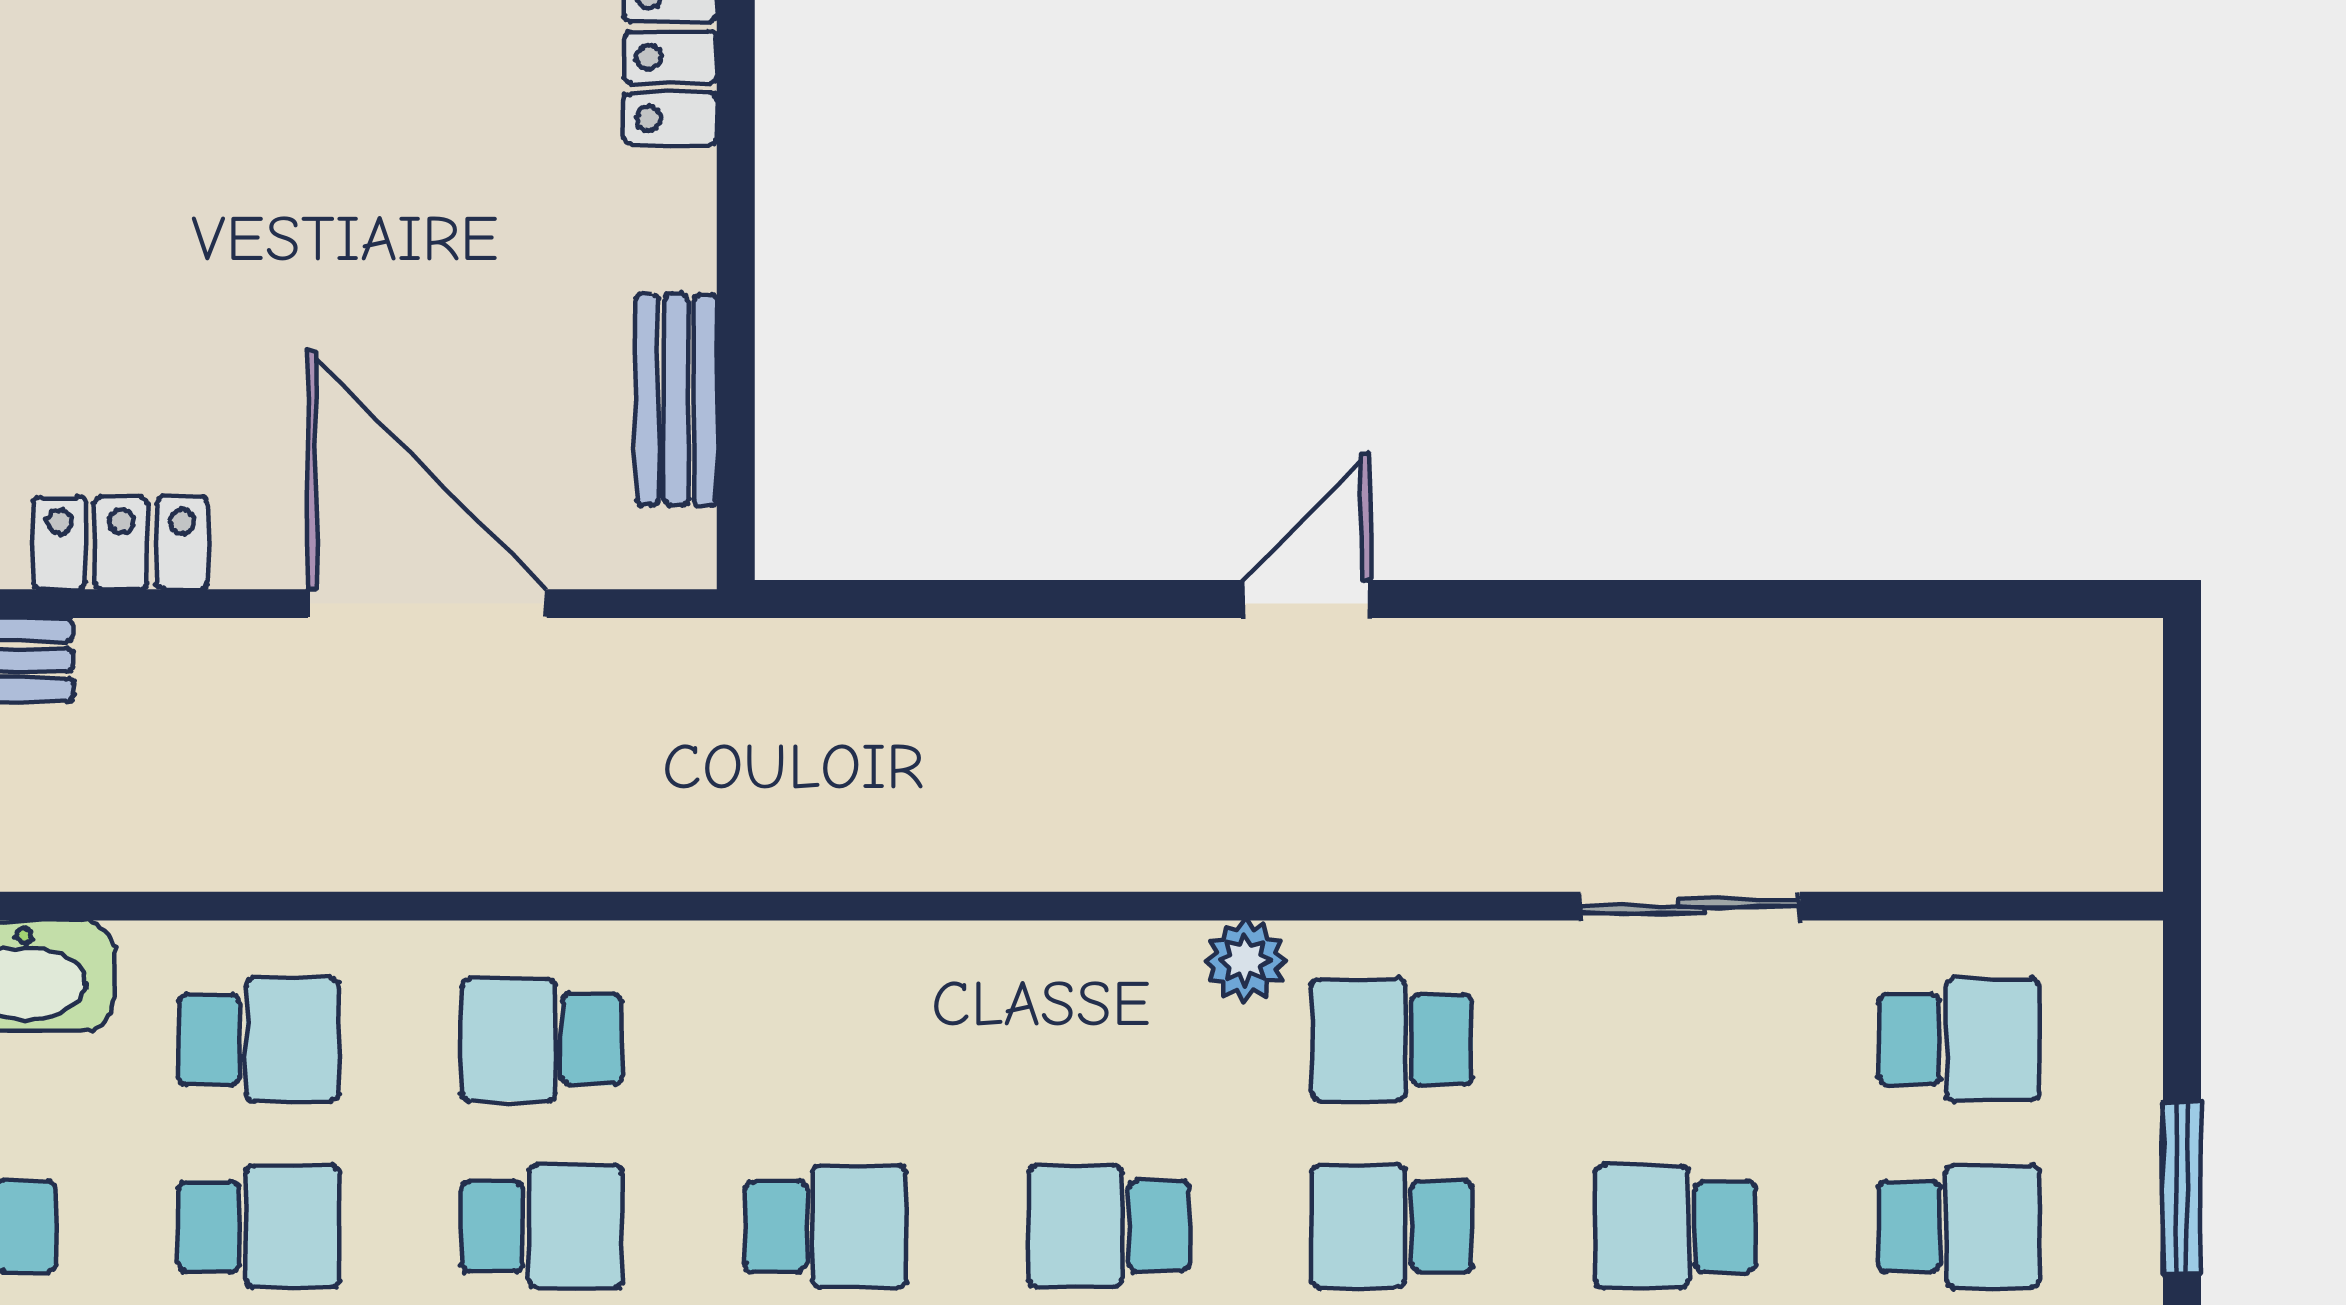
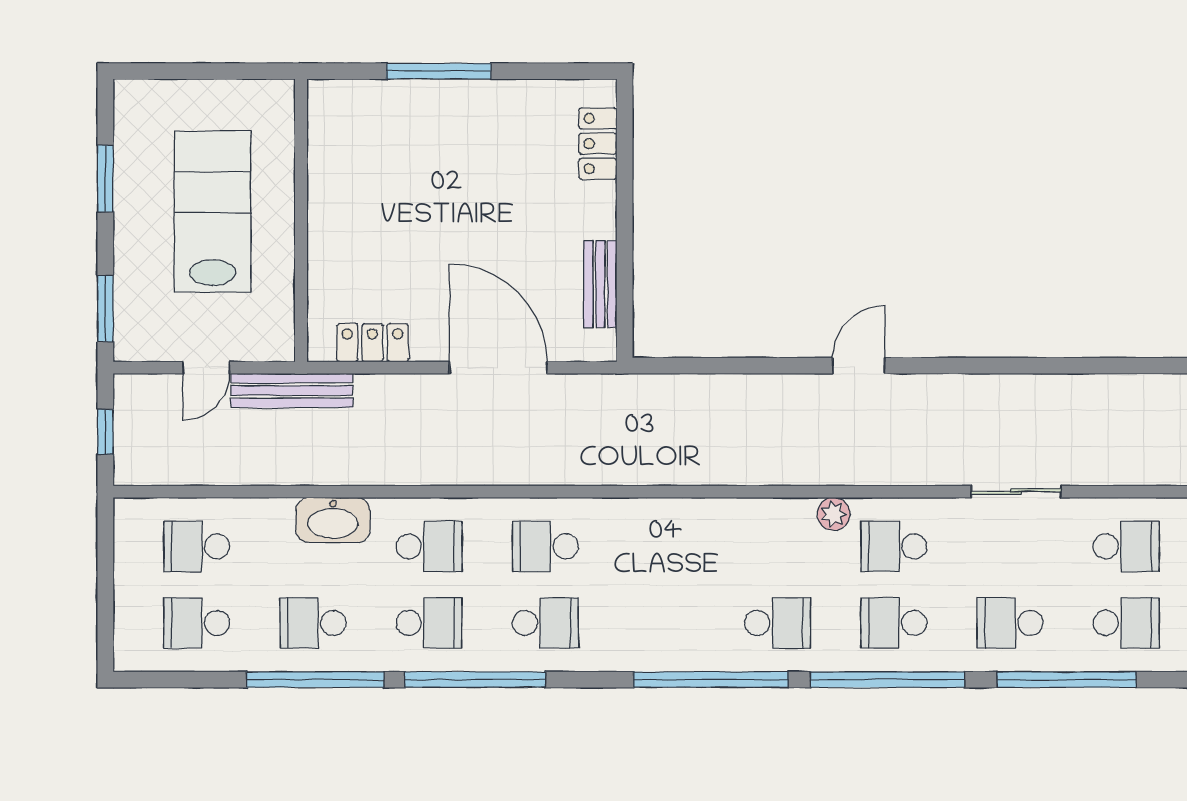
school desk: (825, 1226) -> (661, 623), removed
school desk: (1109, 1226) -> (778, 623), turned 180

